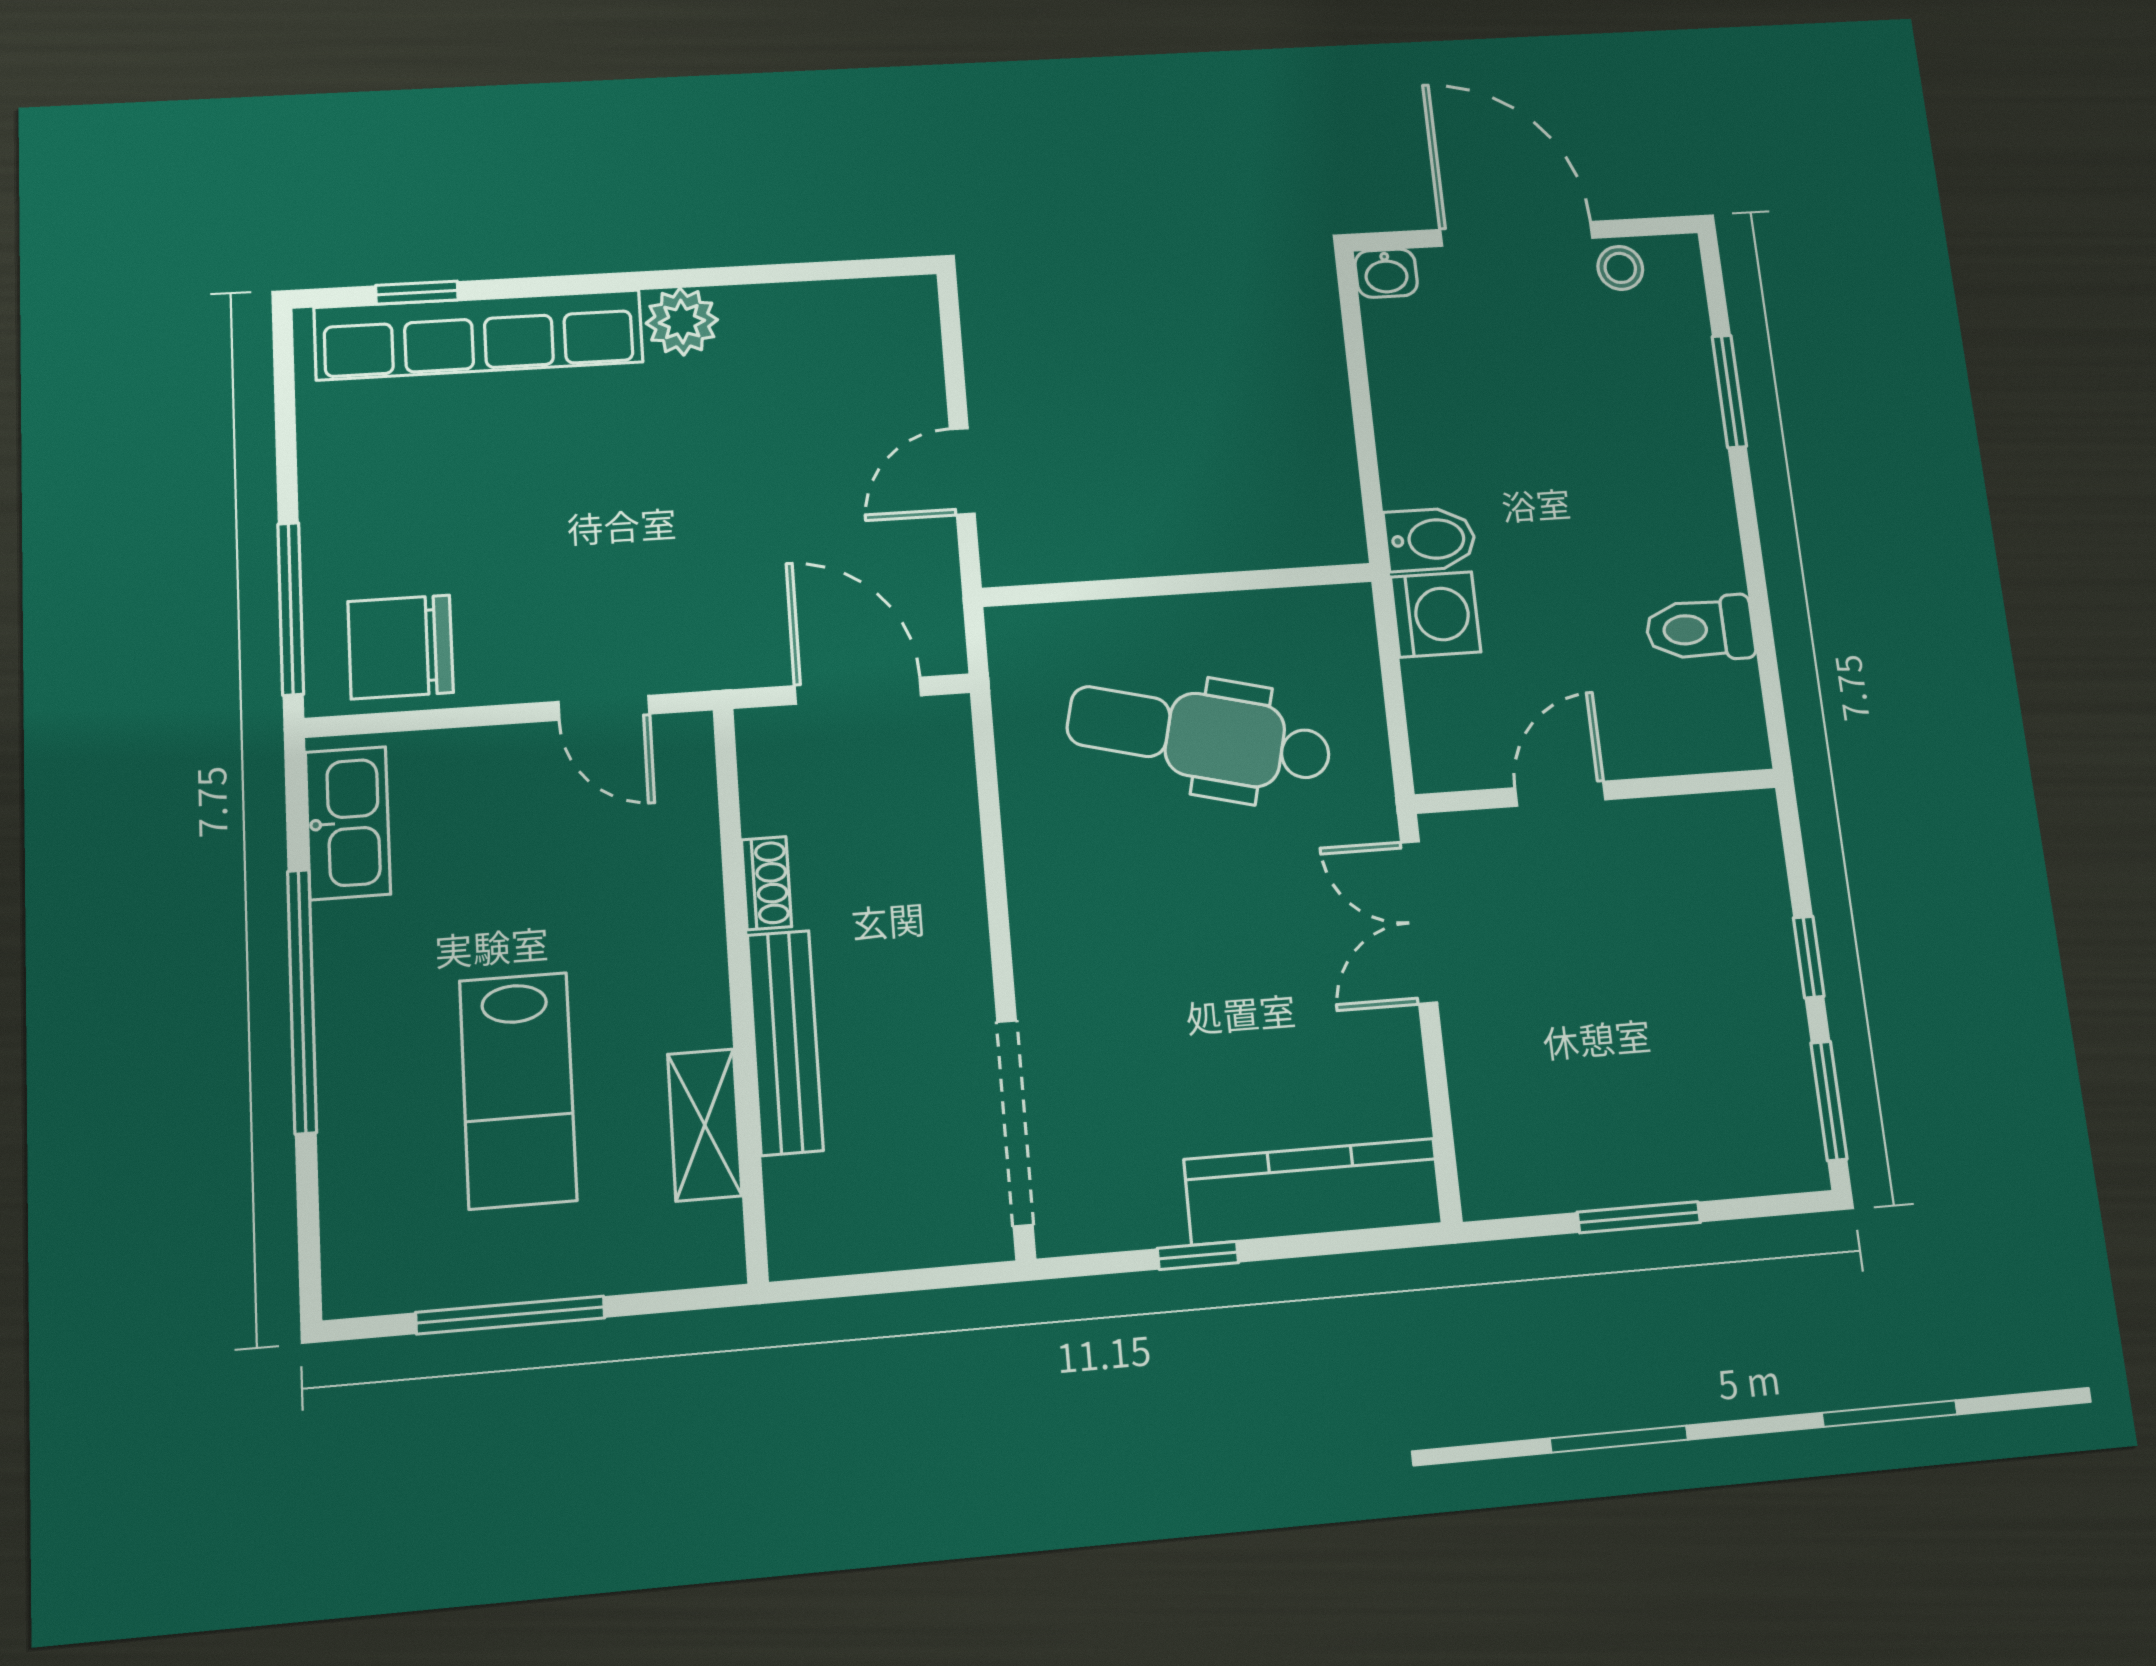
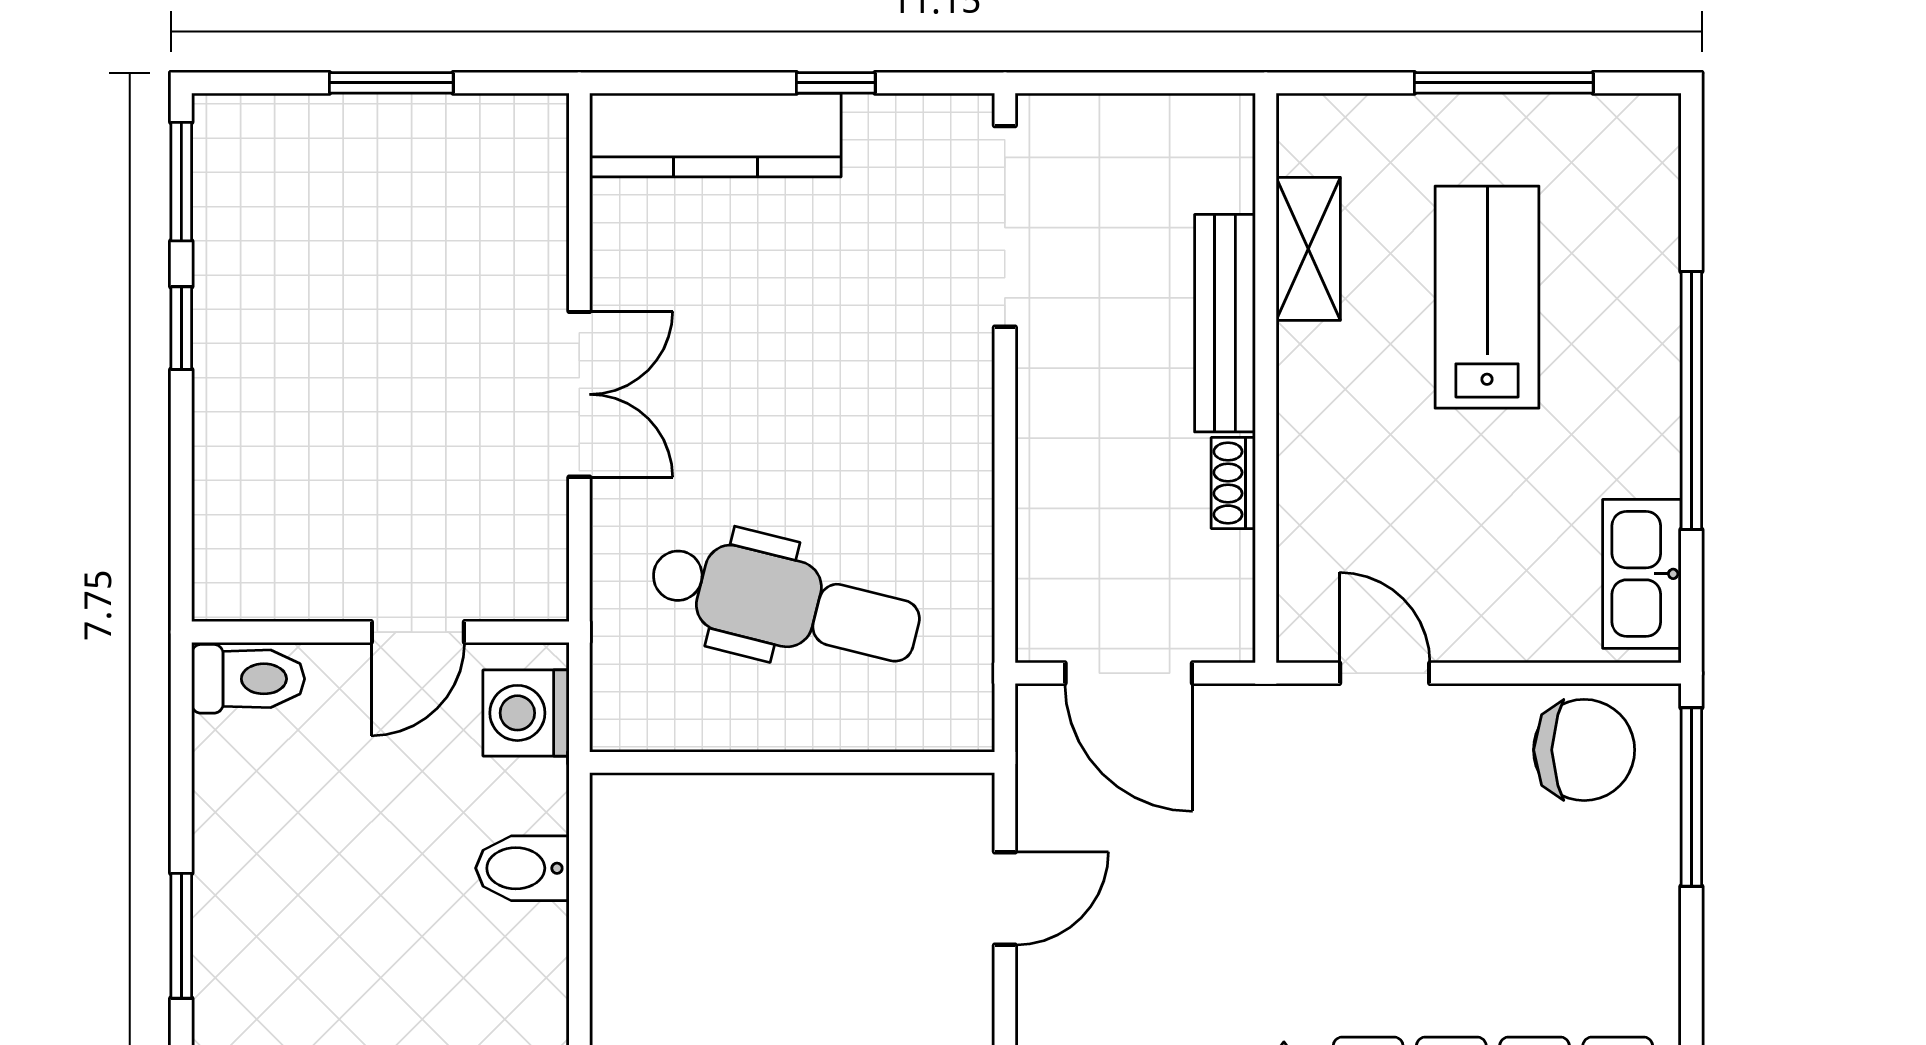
bidet: (1430, 539) -> (522, 868), moved
wall: (1596, 791) -> (380, 632), moved
door: (1560, 794) -> (418, 632), moved

